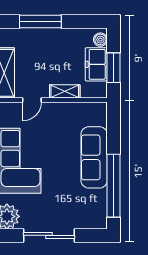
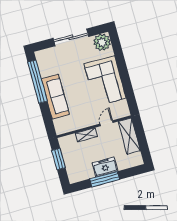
window: (40, 22) -> (105, 179), moved
boiler: (100, 40) -> (72, 175), removed
freezer: (96, 64) -> (105, 167), moved, turned -90

